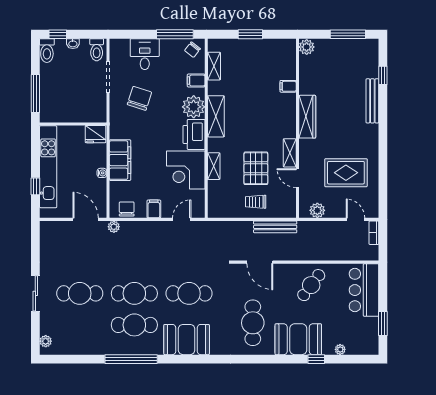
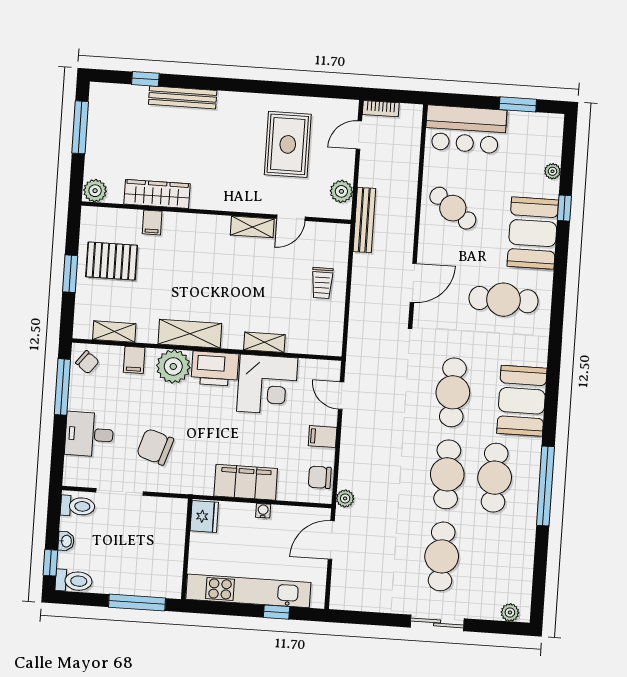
wardrobe: (307, 117) -> (157, 194), moved
pallet: (256, 168) -> (112, 261), moved
bench: (275, 227) -> (364, 220), moved

